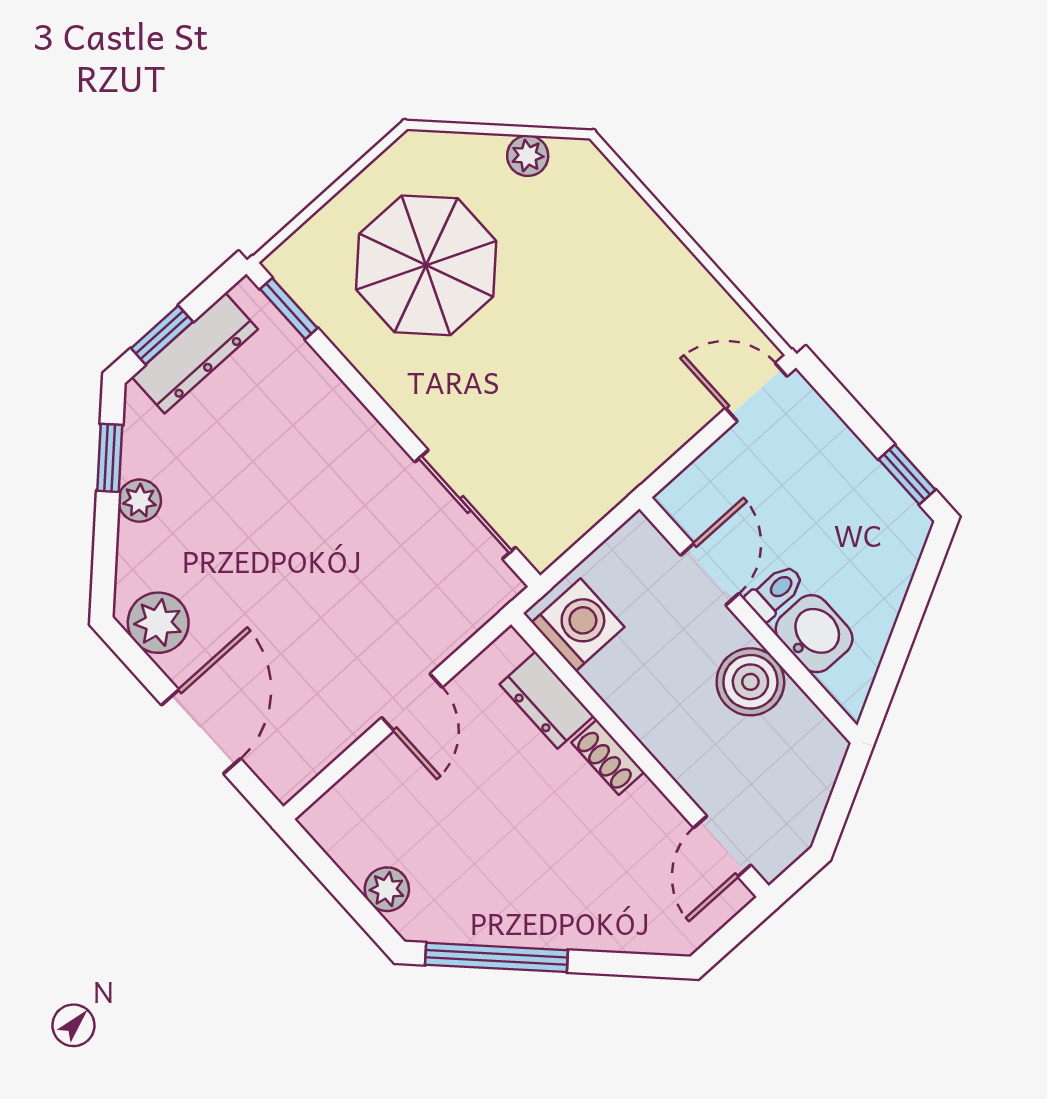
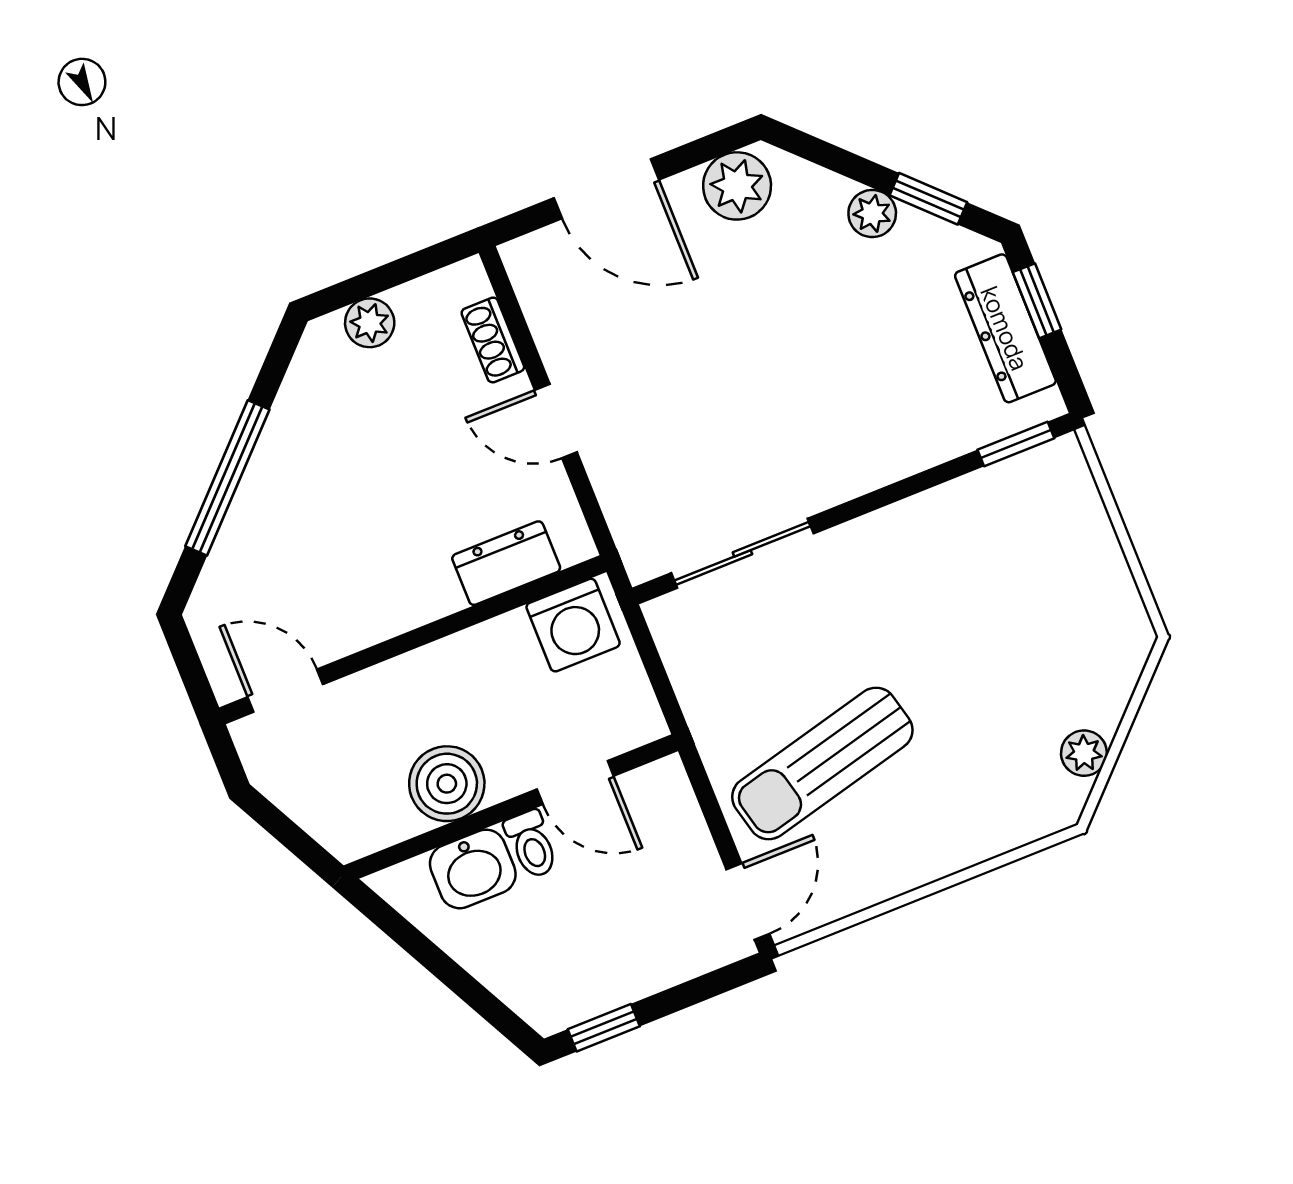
parasol: (426, 265) -> (1008, 604), removed
sun lounger: (617, 372) -> (822, 763), added
shoe rack: (608, 757) -> (493, 340), moved, turned -90
window: (496, 957) -> (227, 478), moved

